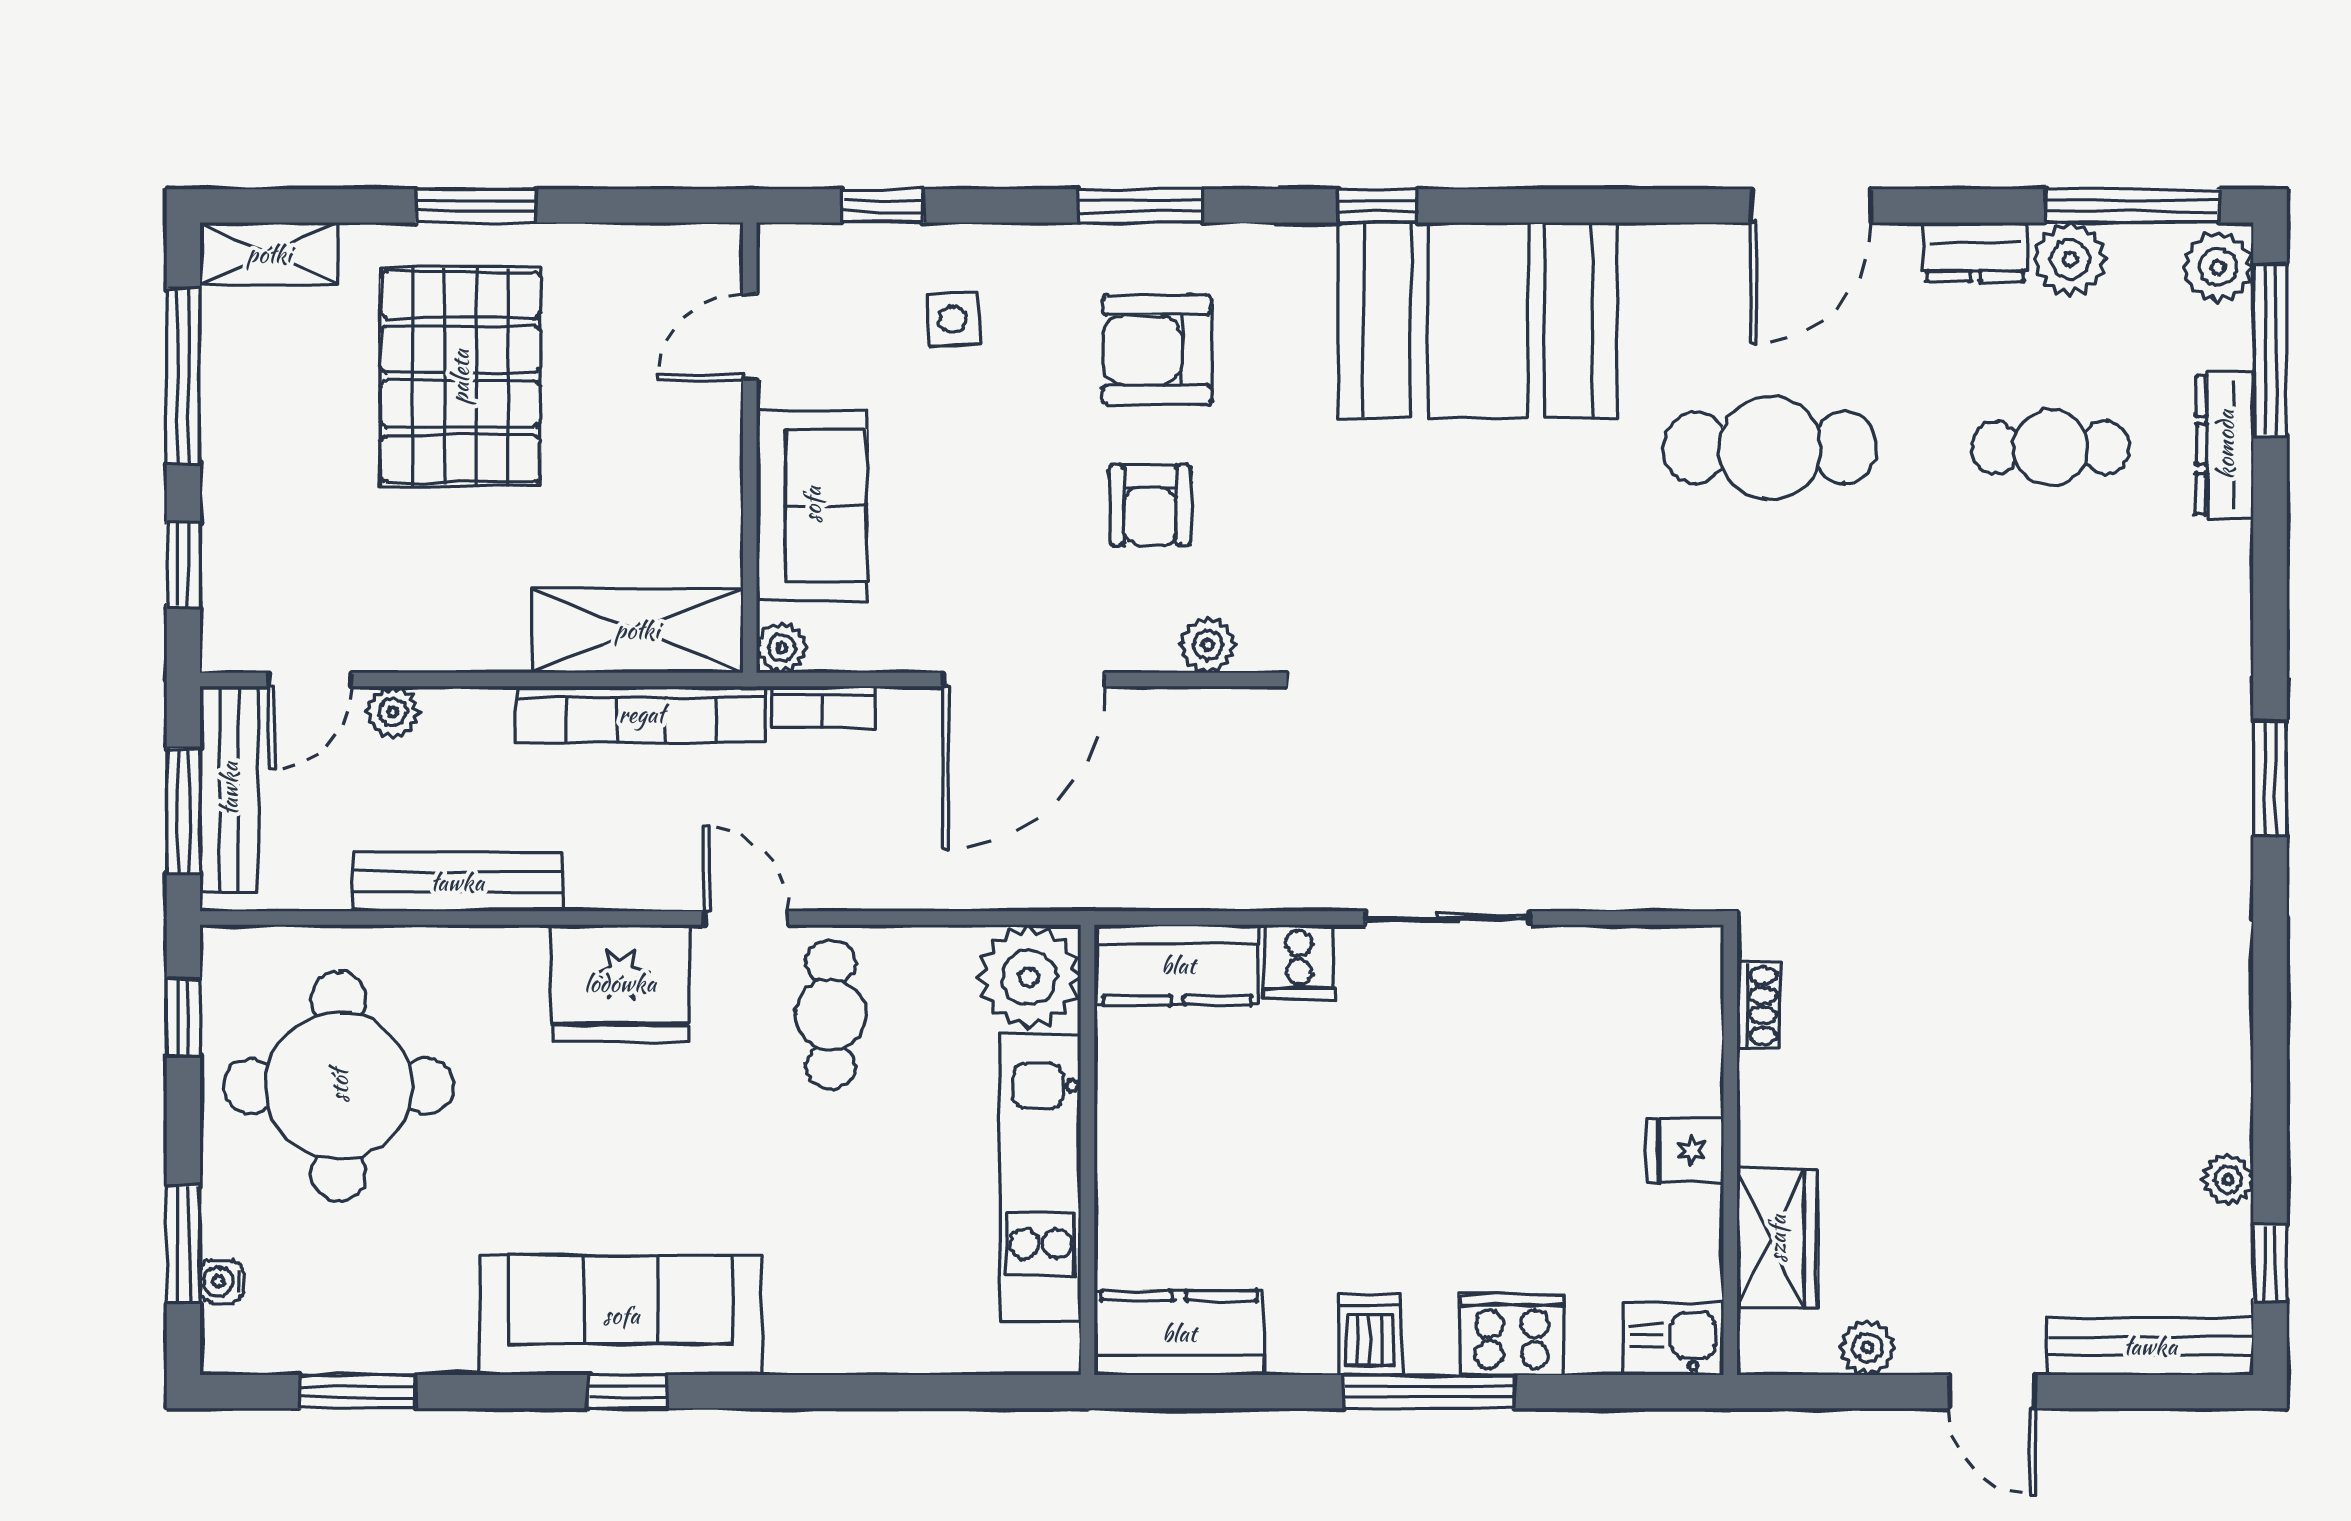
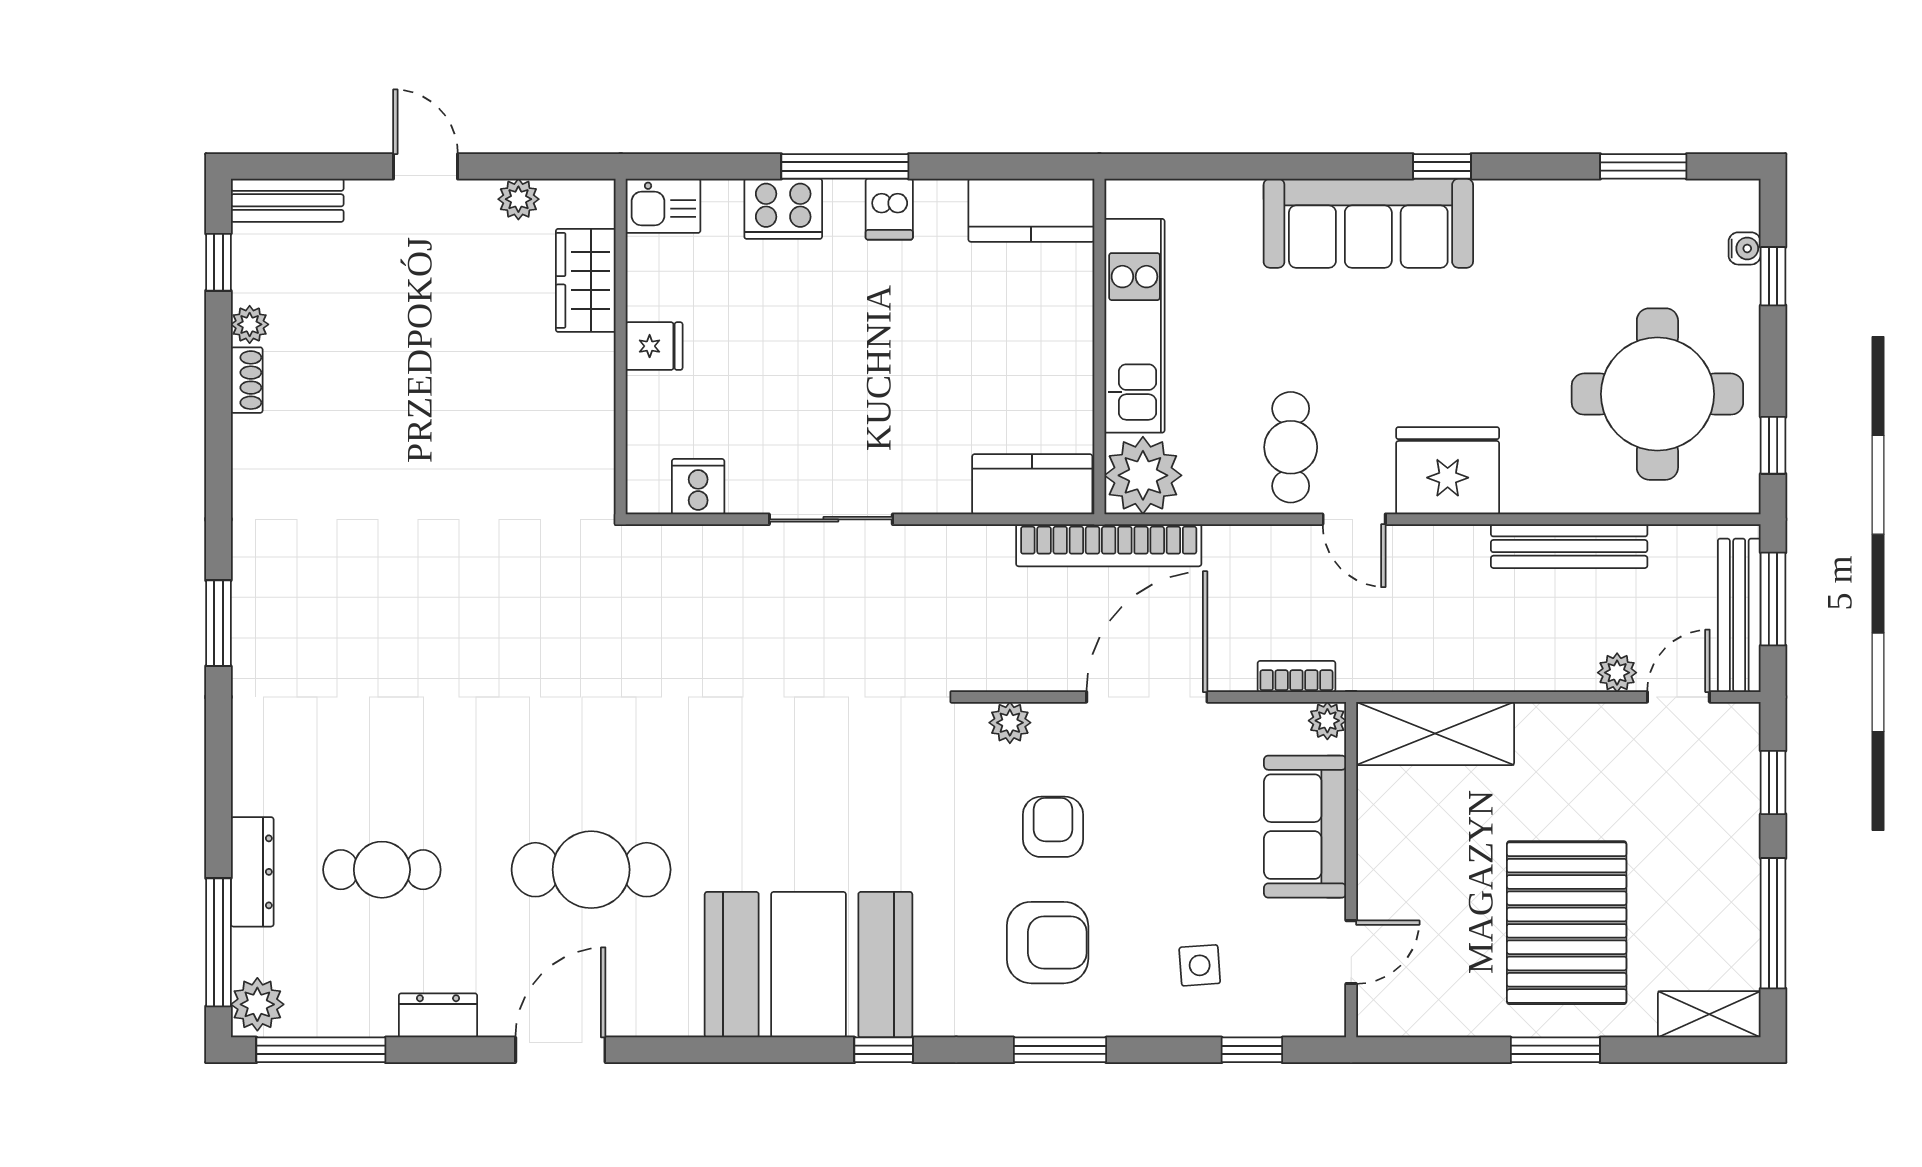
plant: (2070, 259) -> (367, 1010), removed
bookcase: (641, 714) -> (1109, 545), moved, turned 180
cooker: (1299, 962) -> (698, 487), moved
shoe rack: (1758, 1006) -> (247, 380), moved, turned 180
window: (183, 1244) -> (1773, 276), width x0.67
sofa: (621, 1315) -> (1368, 223), moved
bench: (2150, 1346) -> (287, 200), width x0.73

